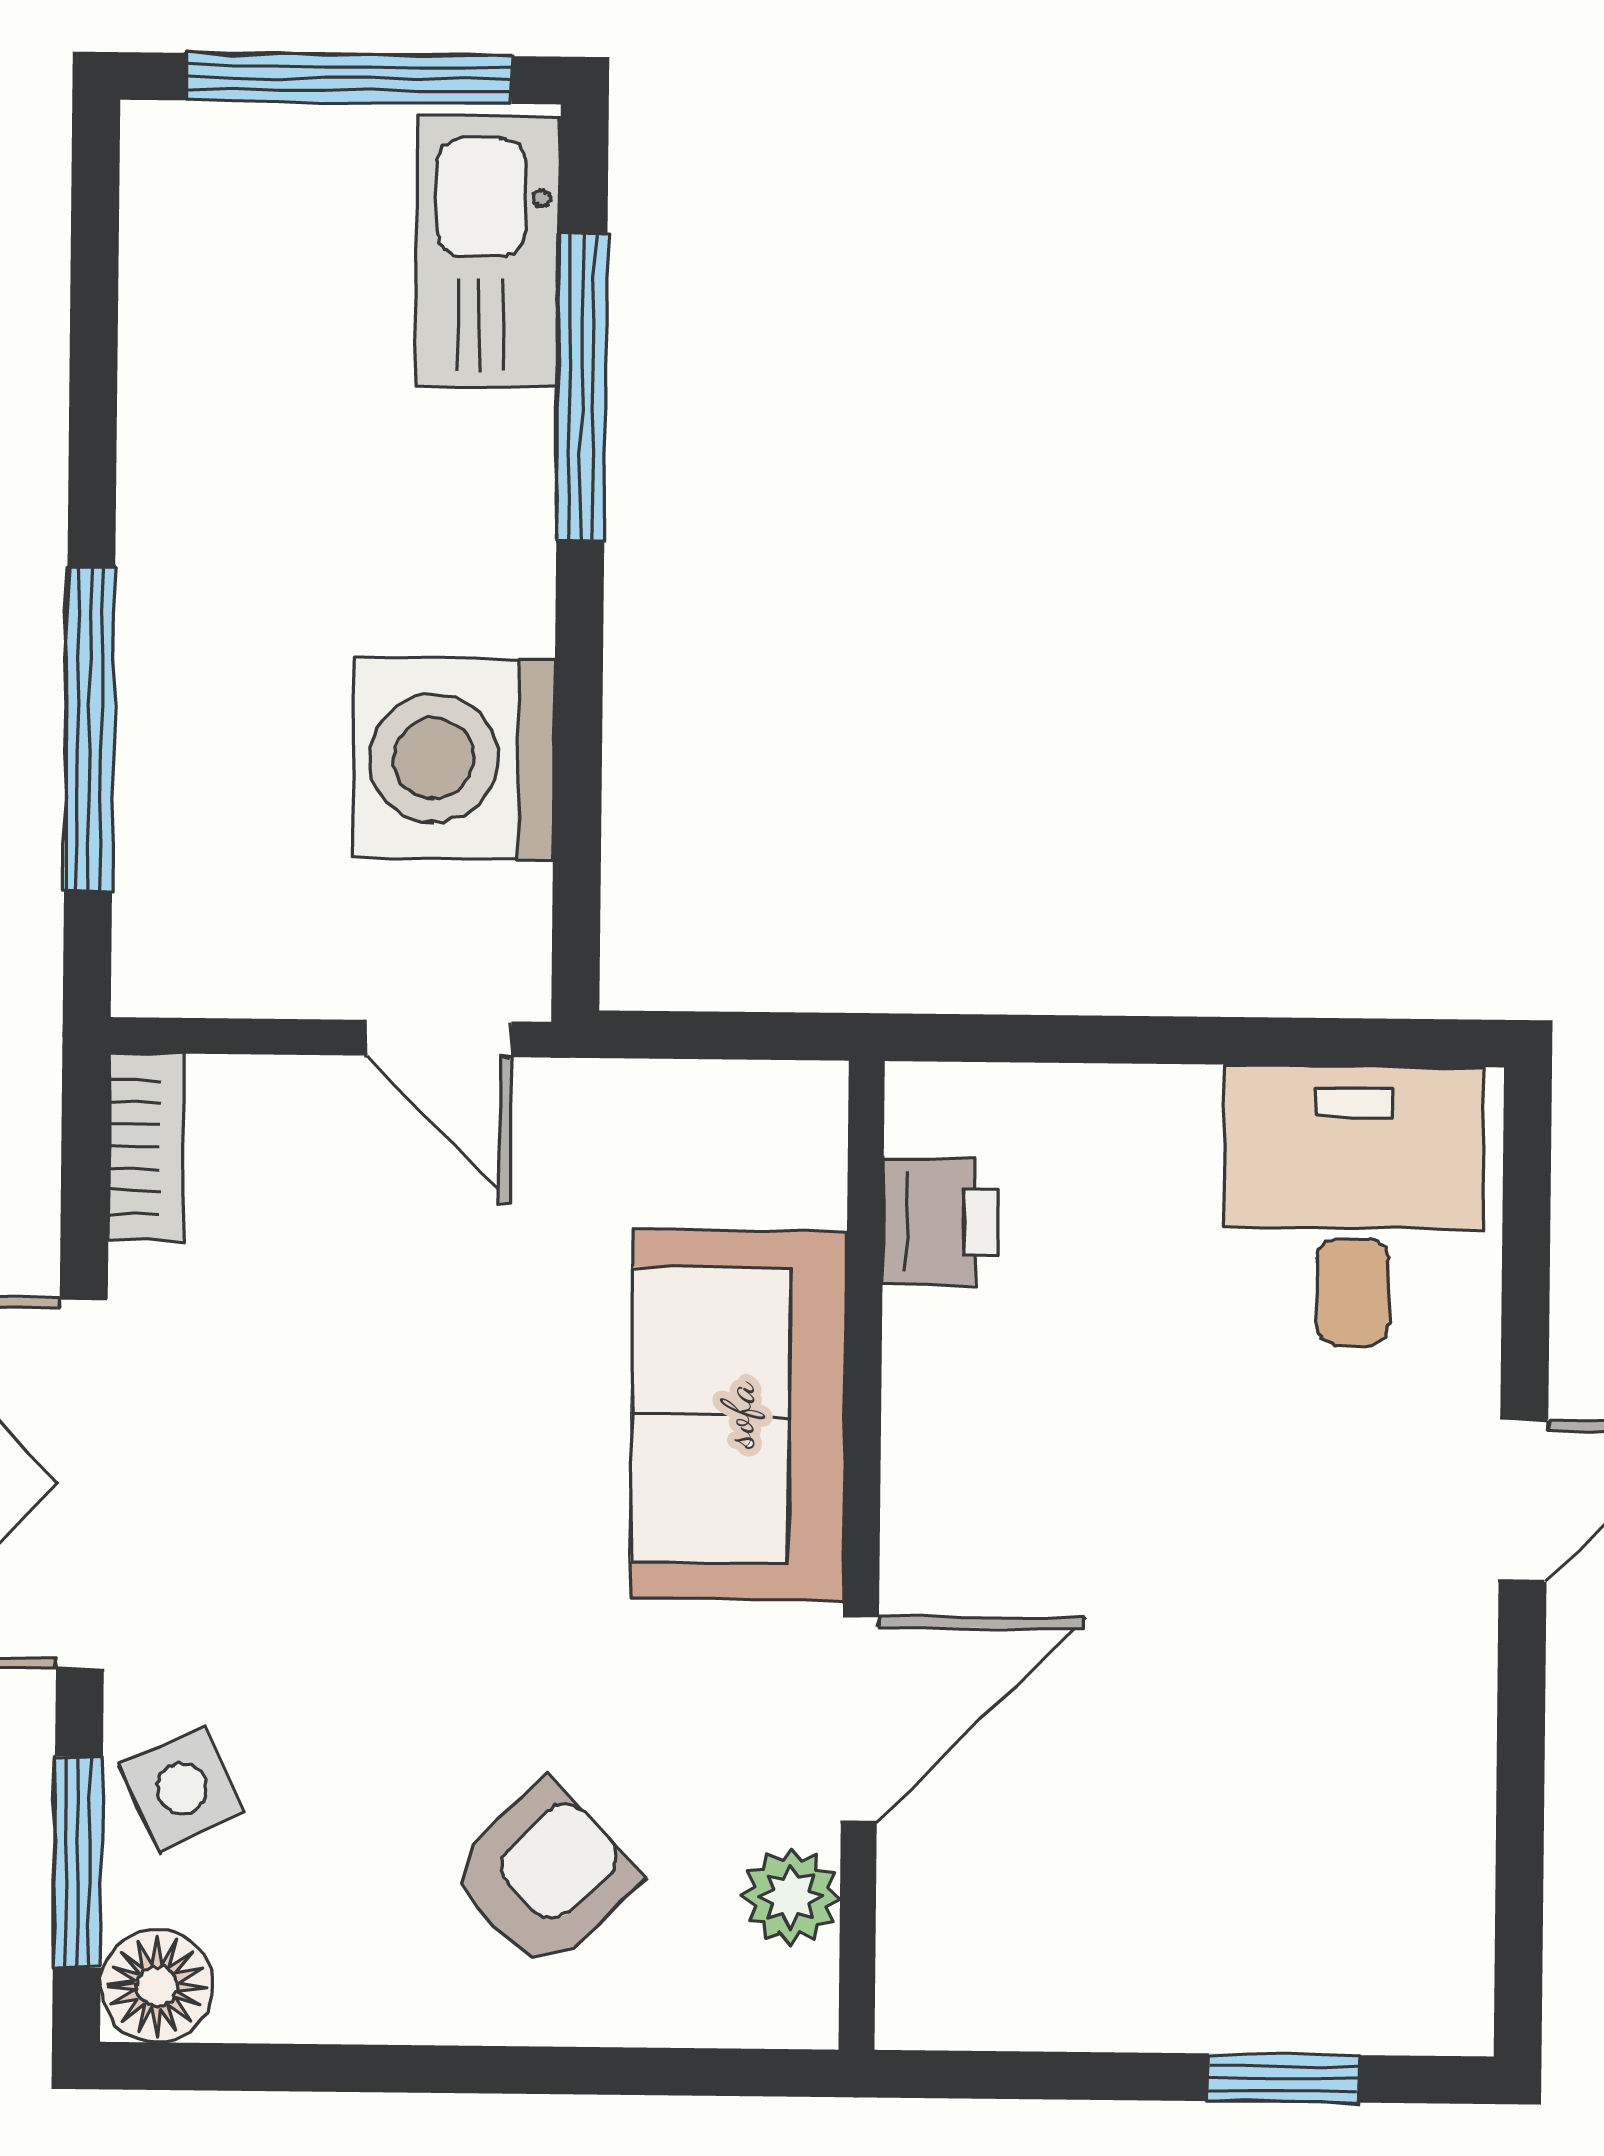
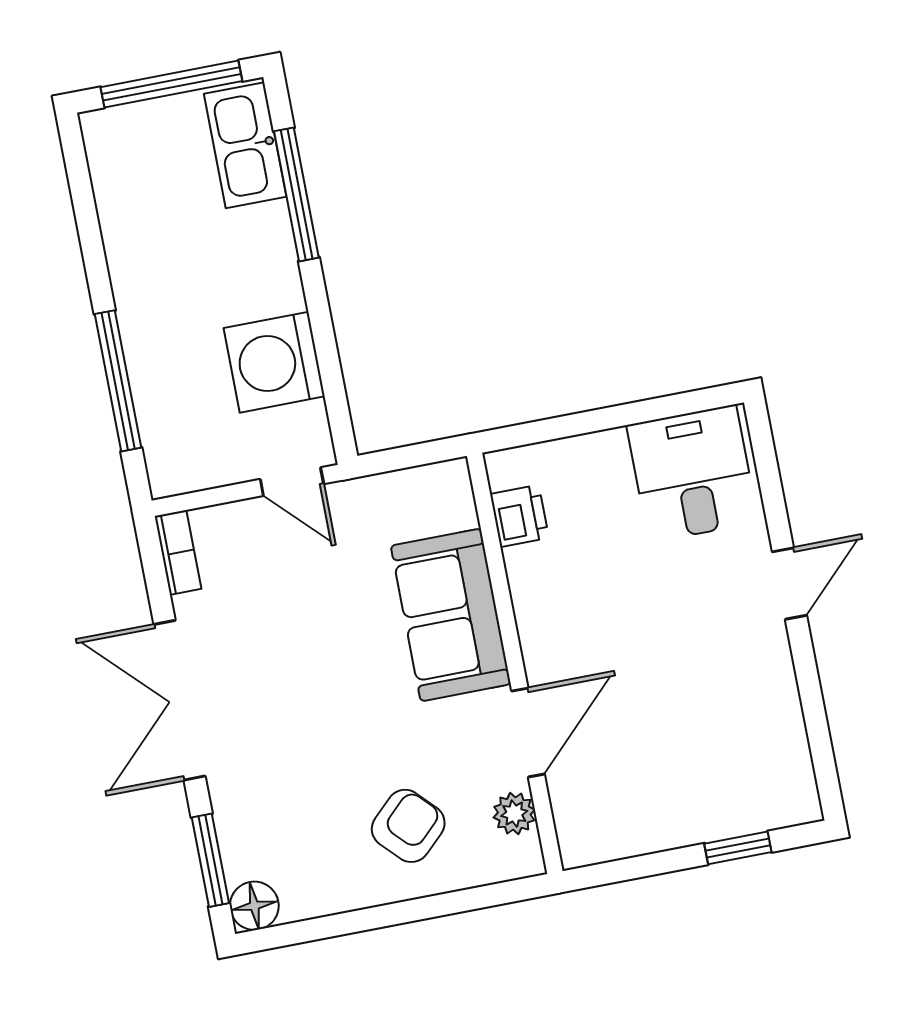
side table: (182, 1789) -> (248, 820), removed

